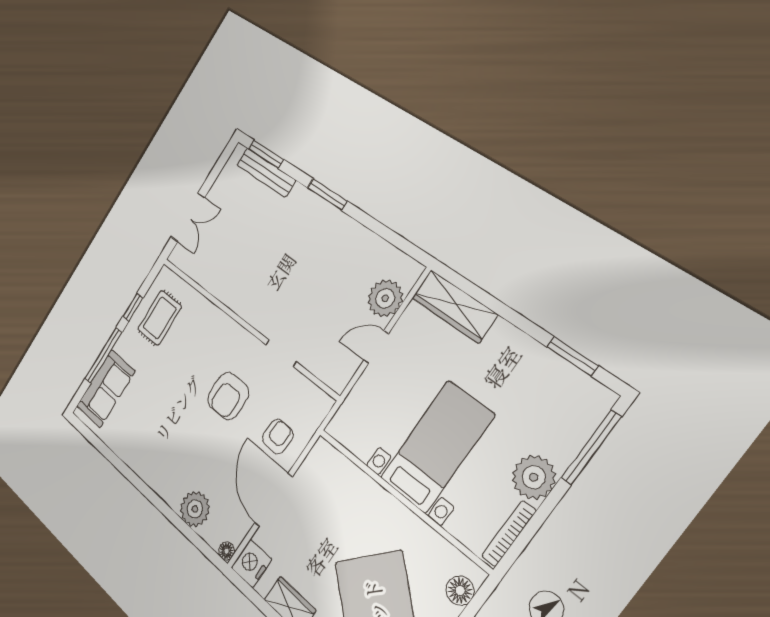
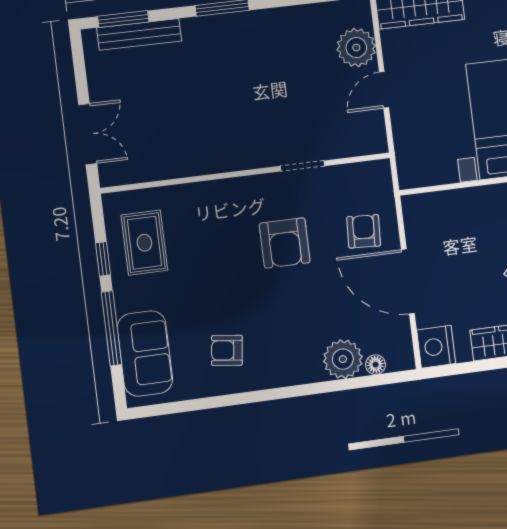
armchair: (144, 433) -> (227, 350), added
floor lamp: (226, 551) -> (376, 365), moved

